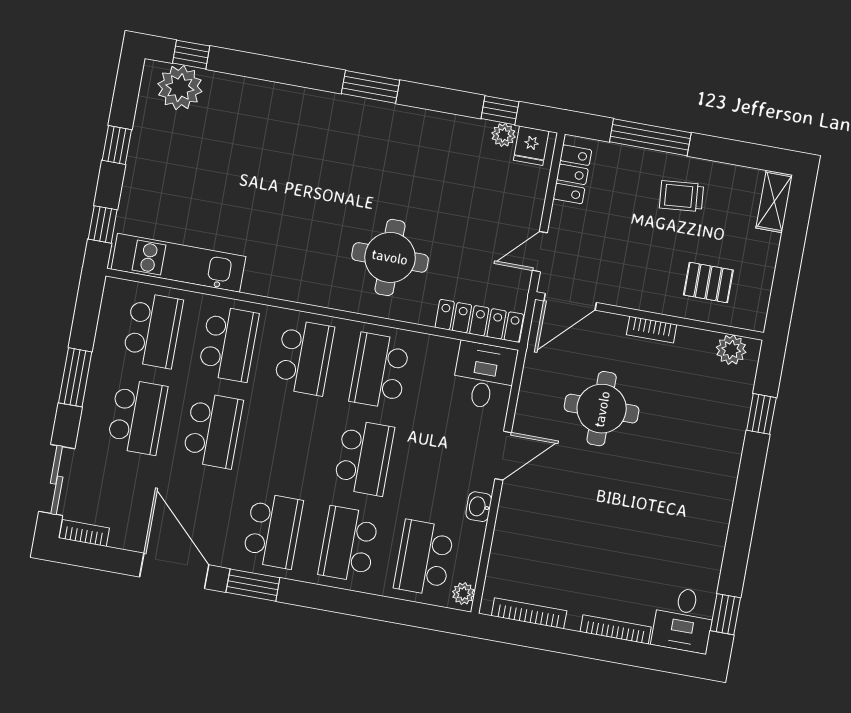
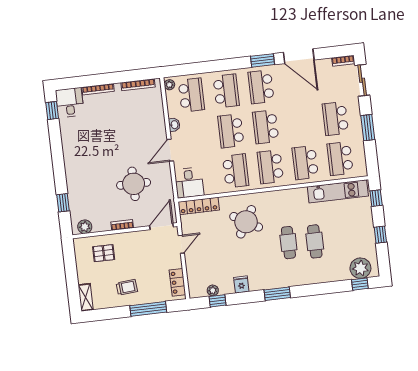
fridge: (531, 146) -> (241, 284), moved
cafe table: (259, 173) -> (315, 241), added
cafe table: (315, 187) -> (288, 243), added
round table: (390, 257) -> (246, 222), turned 30
school desk: (213, 430) -> (266, 127), moved

